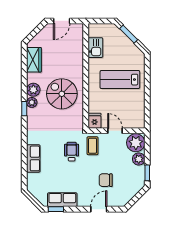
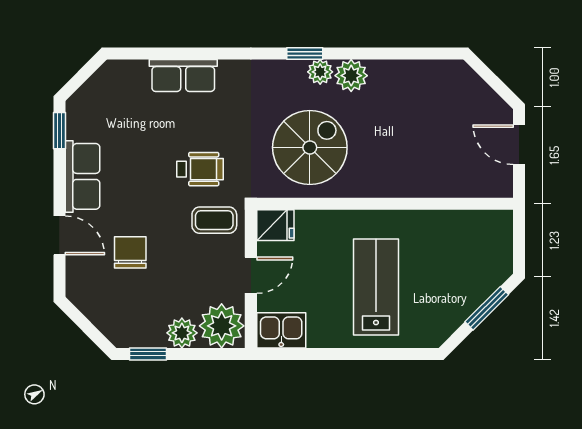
kitchen sink: (95, 48) -> (281, 330), moved, turned 180
wardrobe: (34, 60) -> (424, 77), removed
spiral stairs: (62, 94) -> (310, 147), moved
row of seats: (62, 200) -> (82, 176), moved

